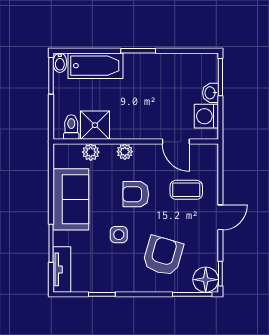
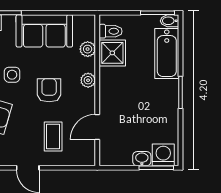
washing machine: (206, 116) -> (163, 155), moved

